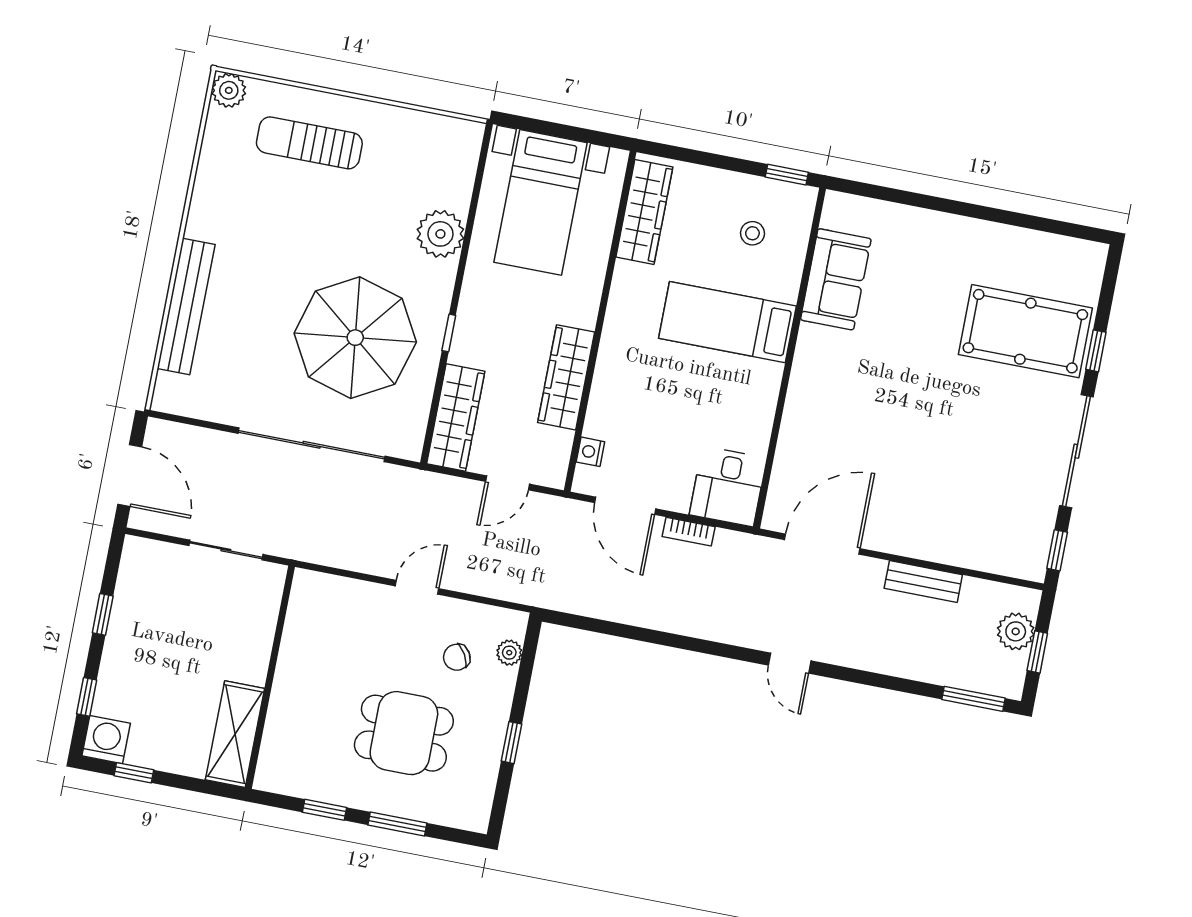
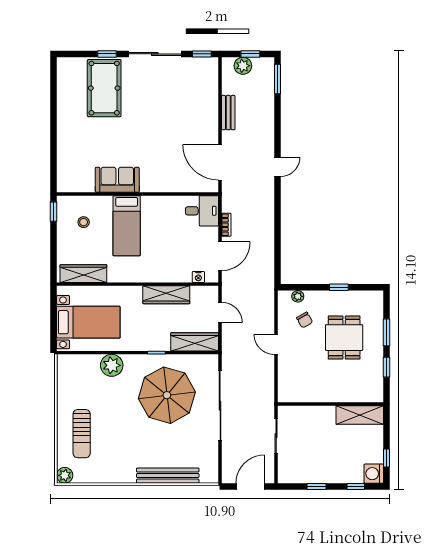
sofa: (836, 279) -> (117, 180), moved

